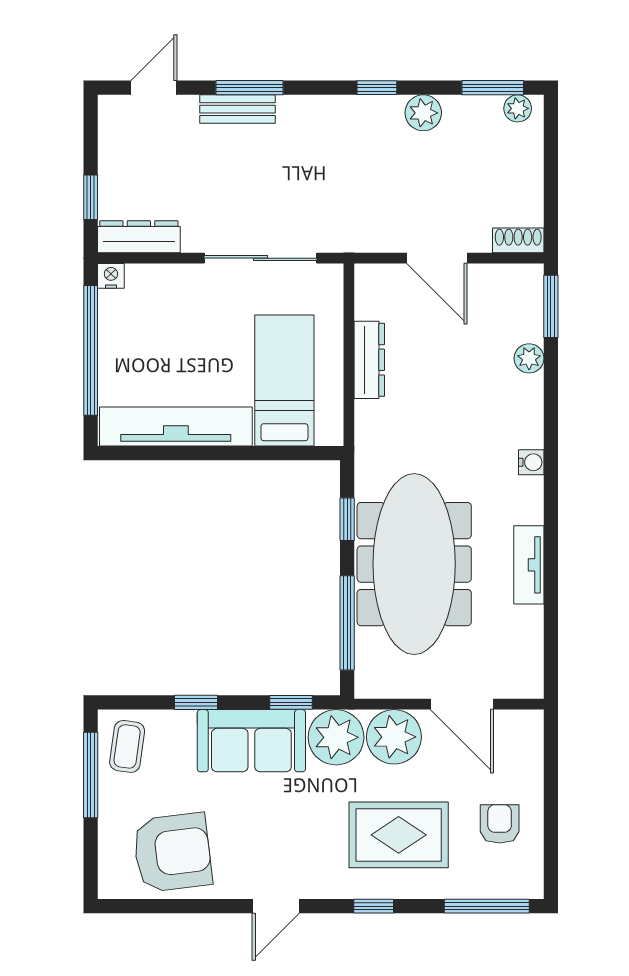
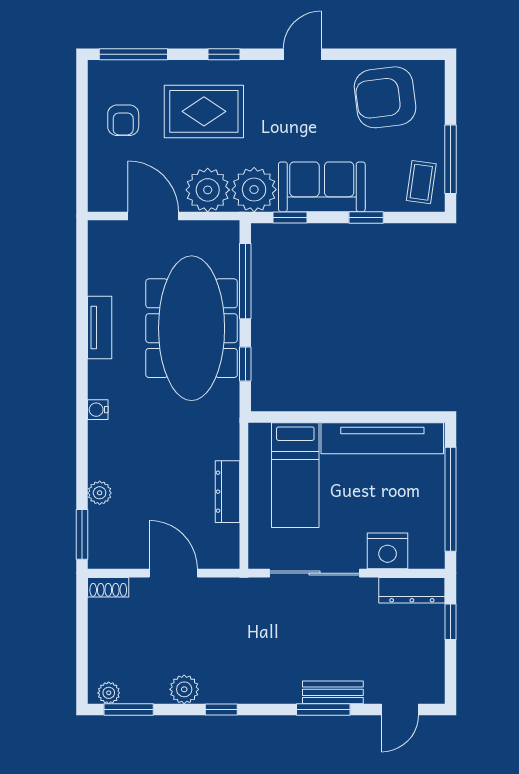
nightstand: (111, 276) -> (388, 551), moved, width x1.89, depth x1.79

